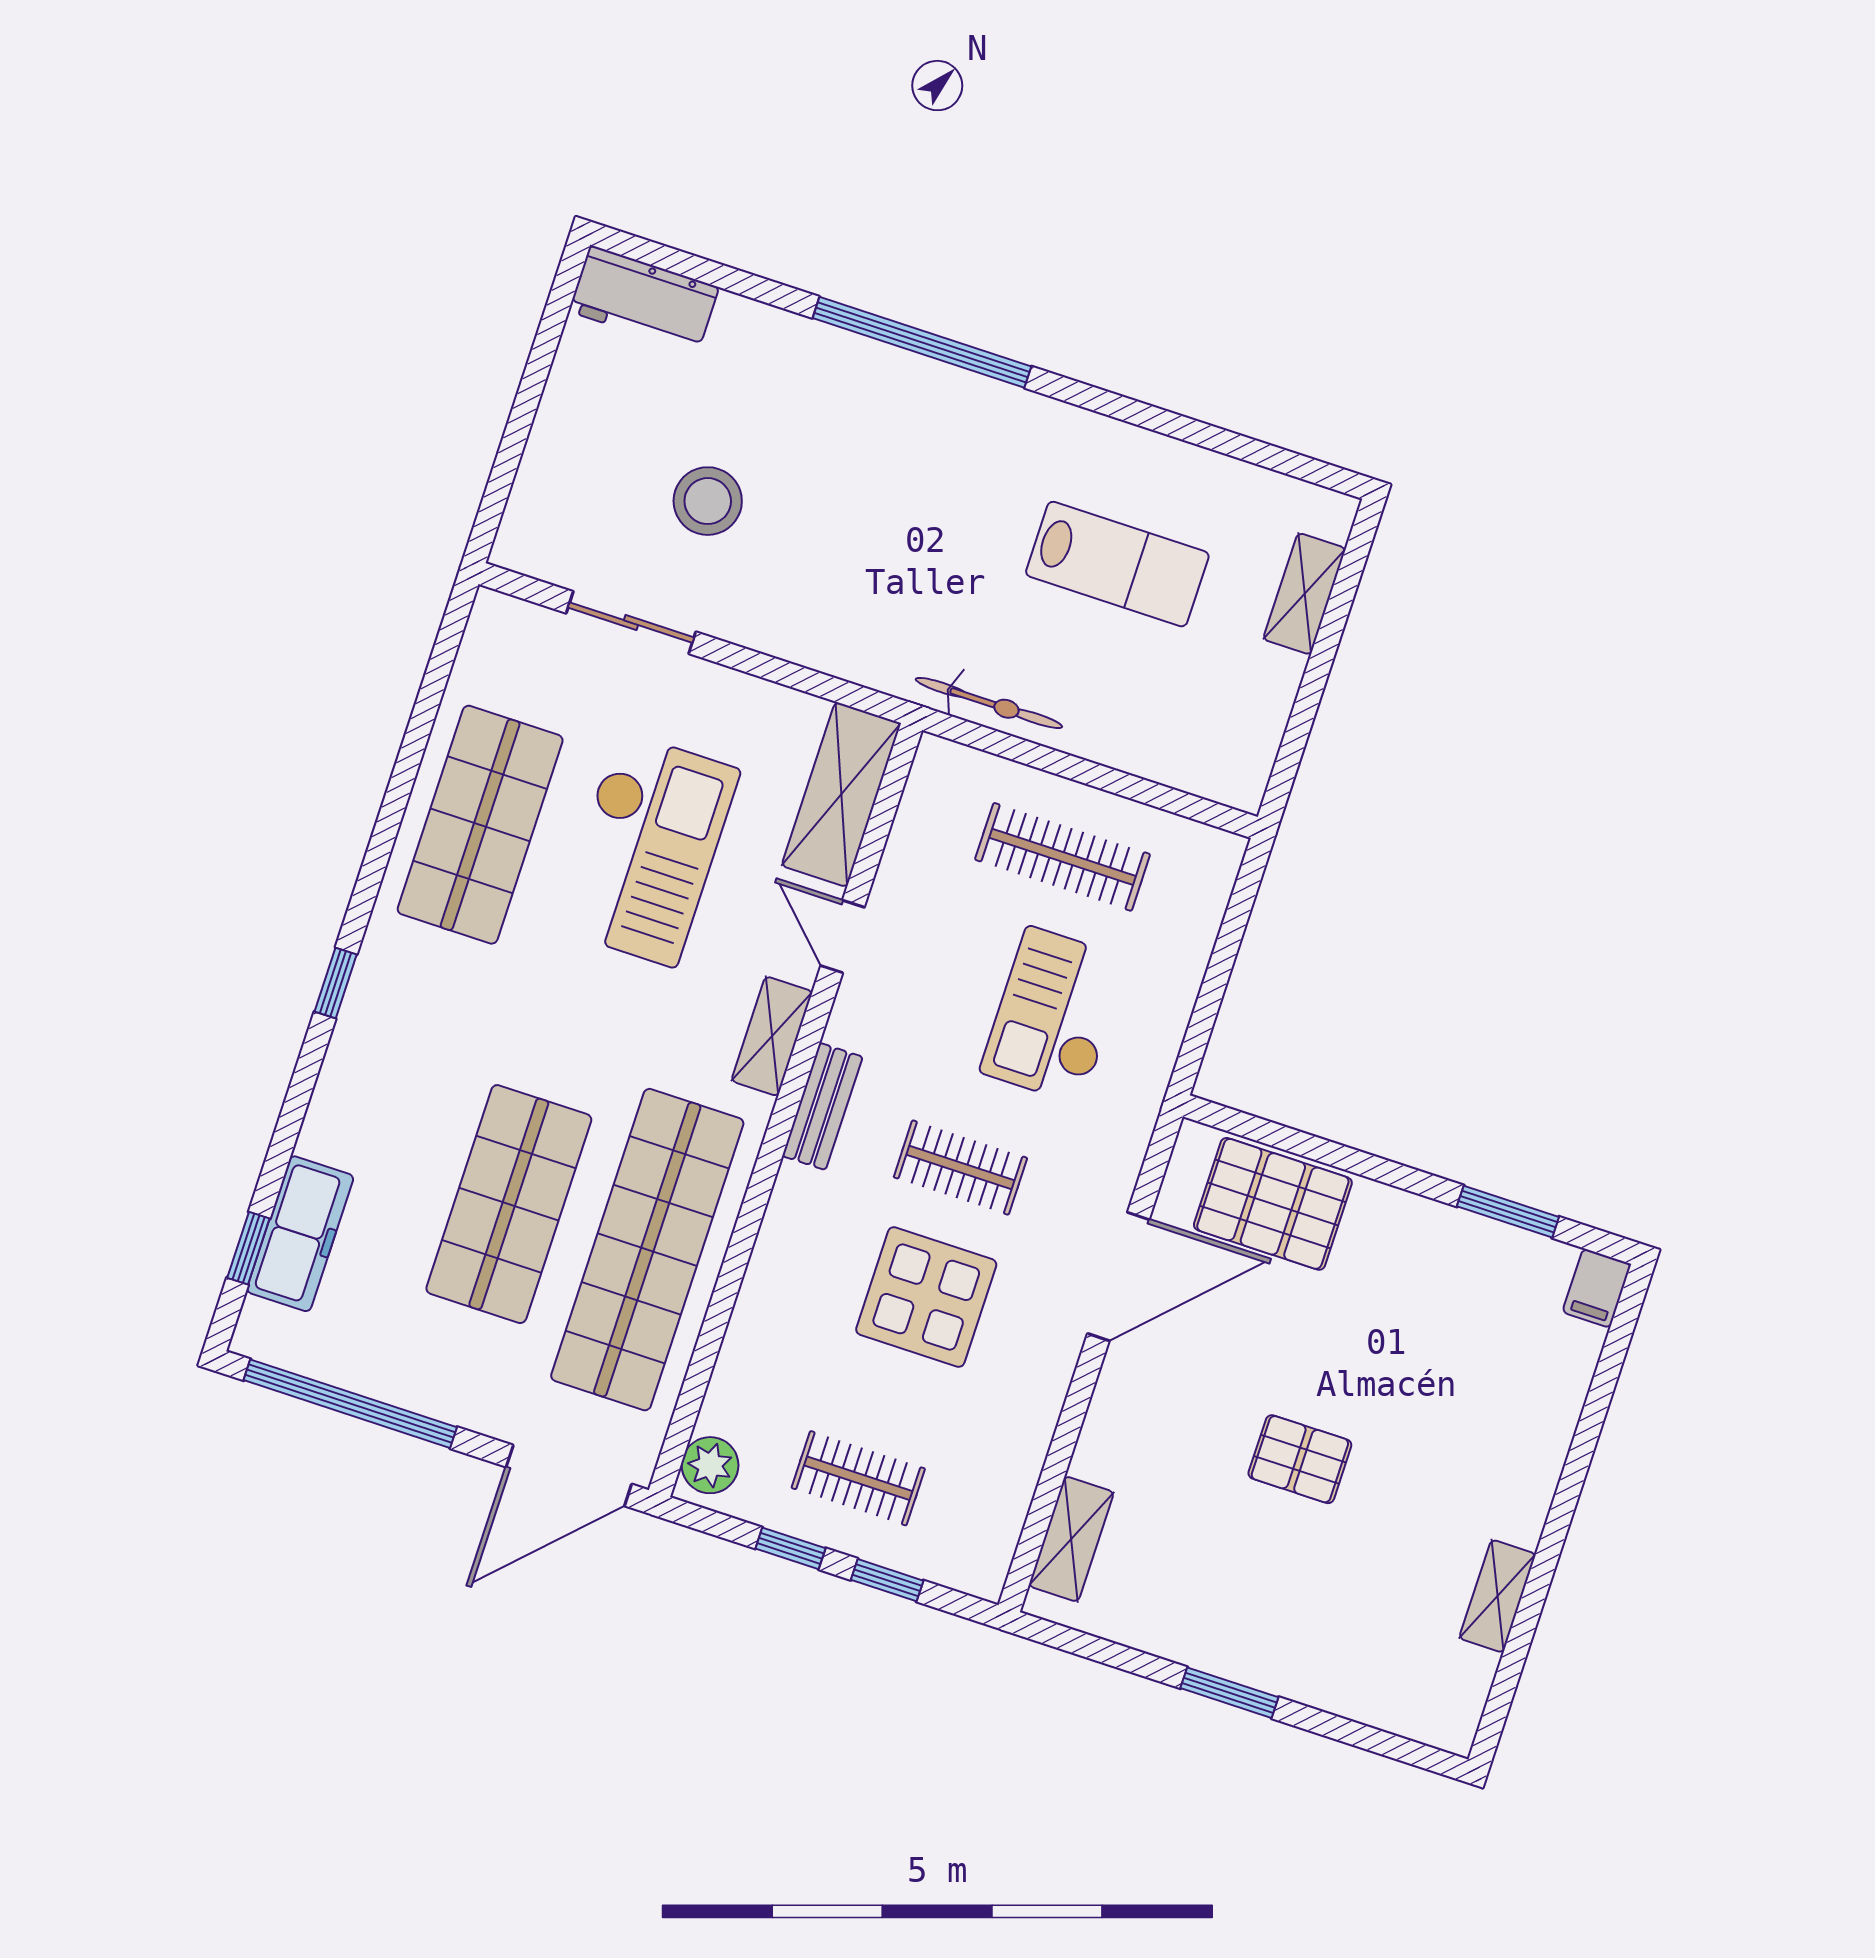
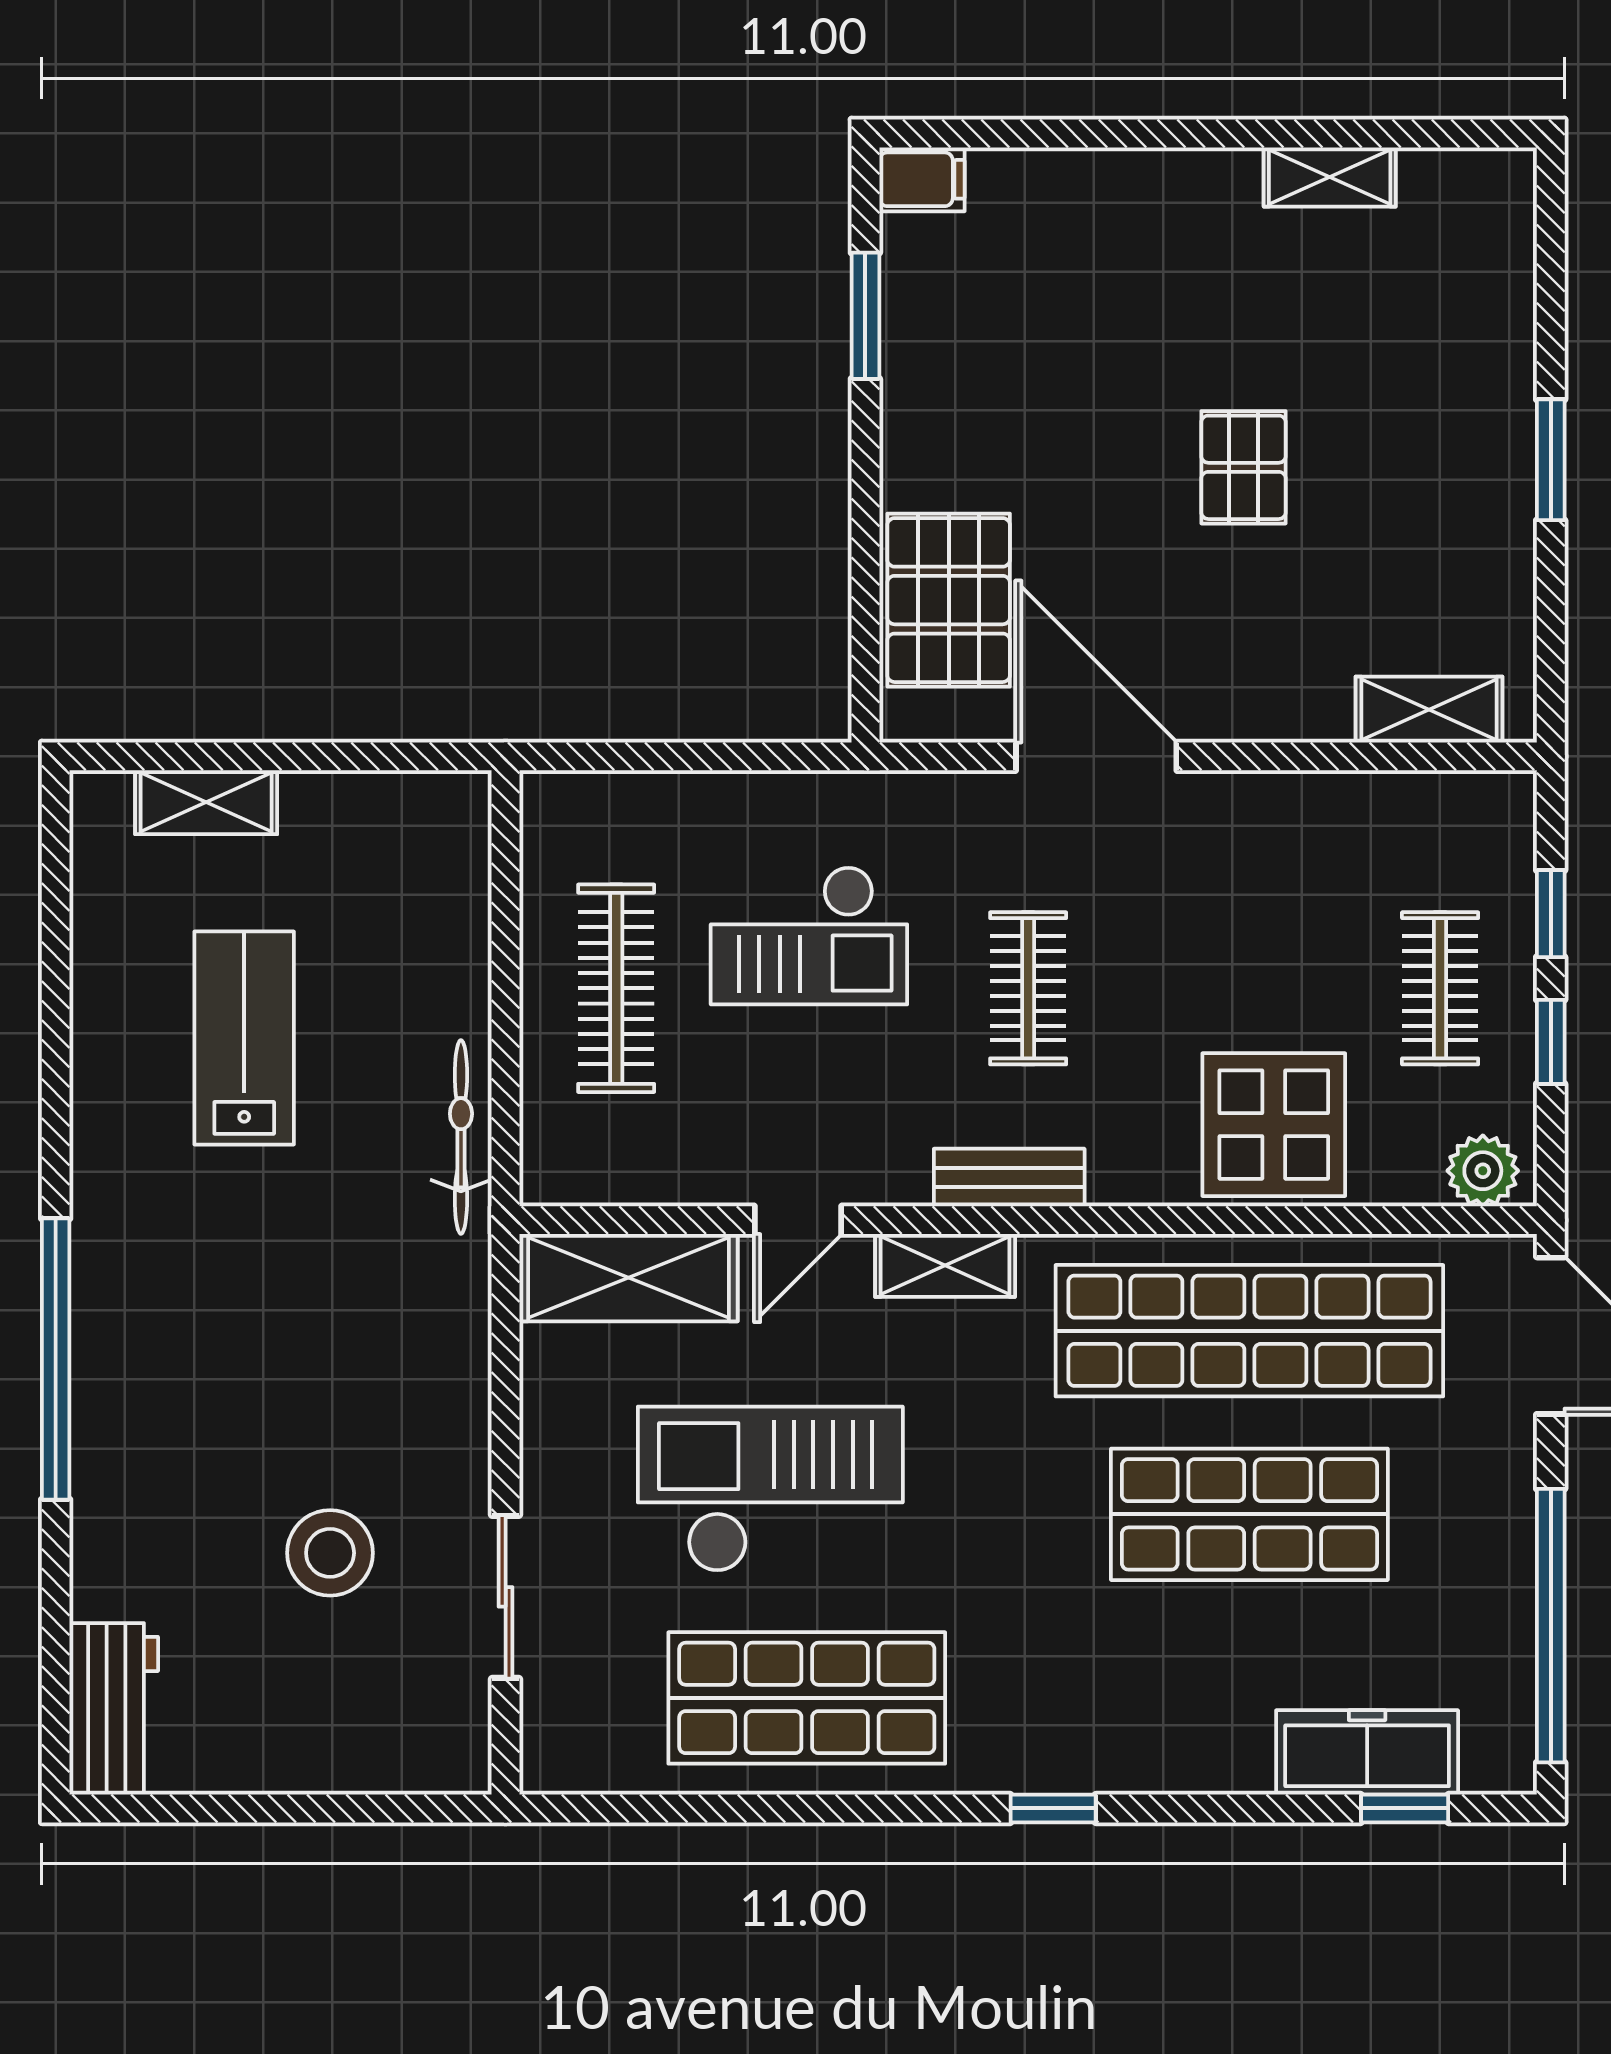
display table: (926, 1297) -> (1274, 1125), moved

